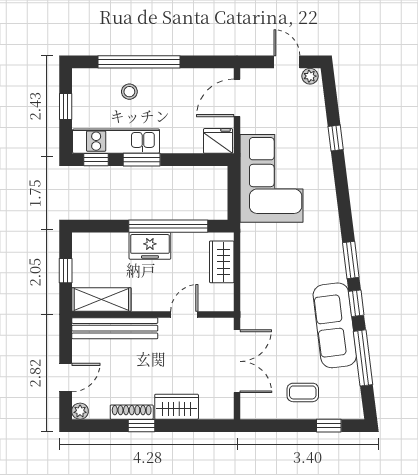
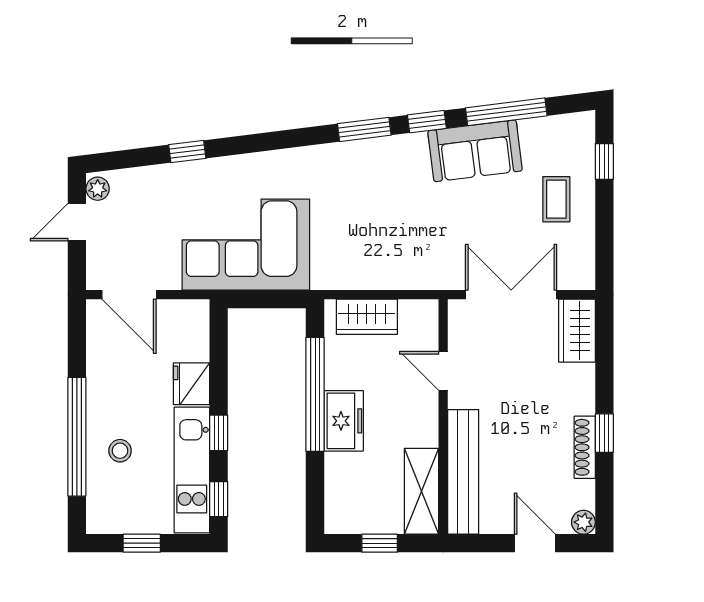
fridge: (218, 141) -> (191, 384), moved
window: (142, 160) -> (219, 433), width x0.67
sofa: (335, 325) -> (475, 151), width x0.73
wardrobe: (177, 407) -> (577, 331), moved

